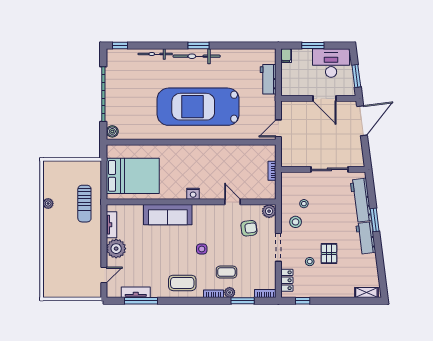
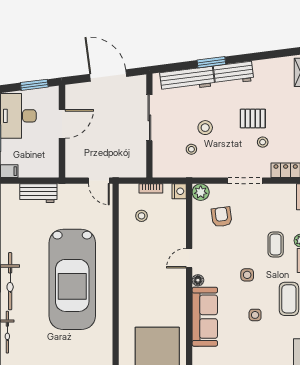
door: (362, 121) -> (108, 75), moved
stool: (250, 163) -> (142, 216), added
nightstand: (193, 194) -> (179, 191), moved
door: (233, 202) -> (189, 258), moved
floor lamp: (197, 209) -> (198, 280), added
stool: (296, 222) -> (205, 128), moved
side table: (169, 255) -> (255, 315), added

